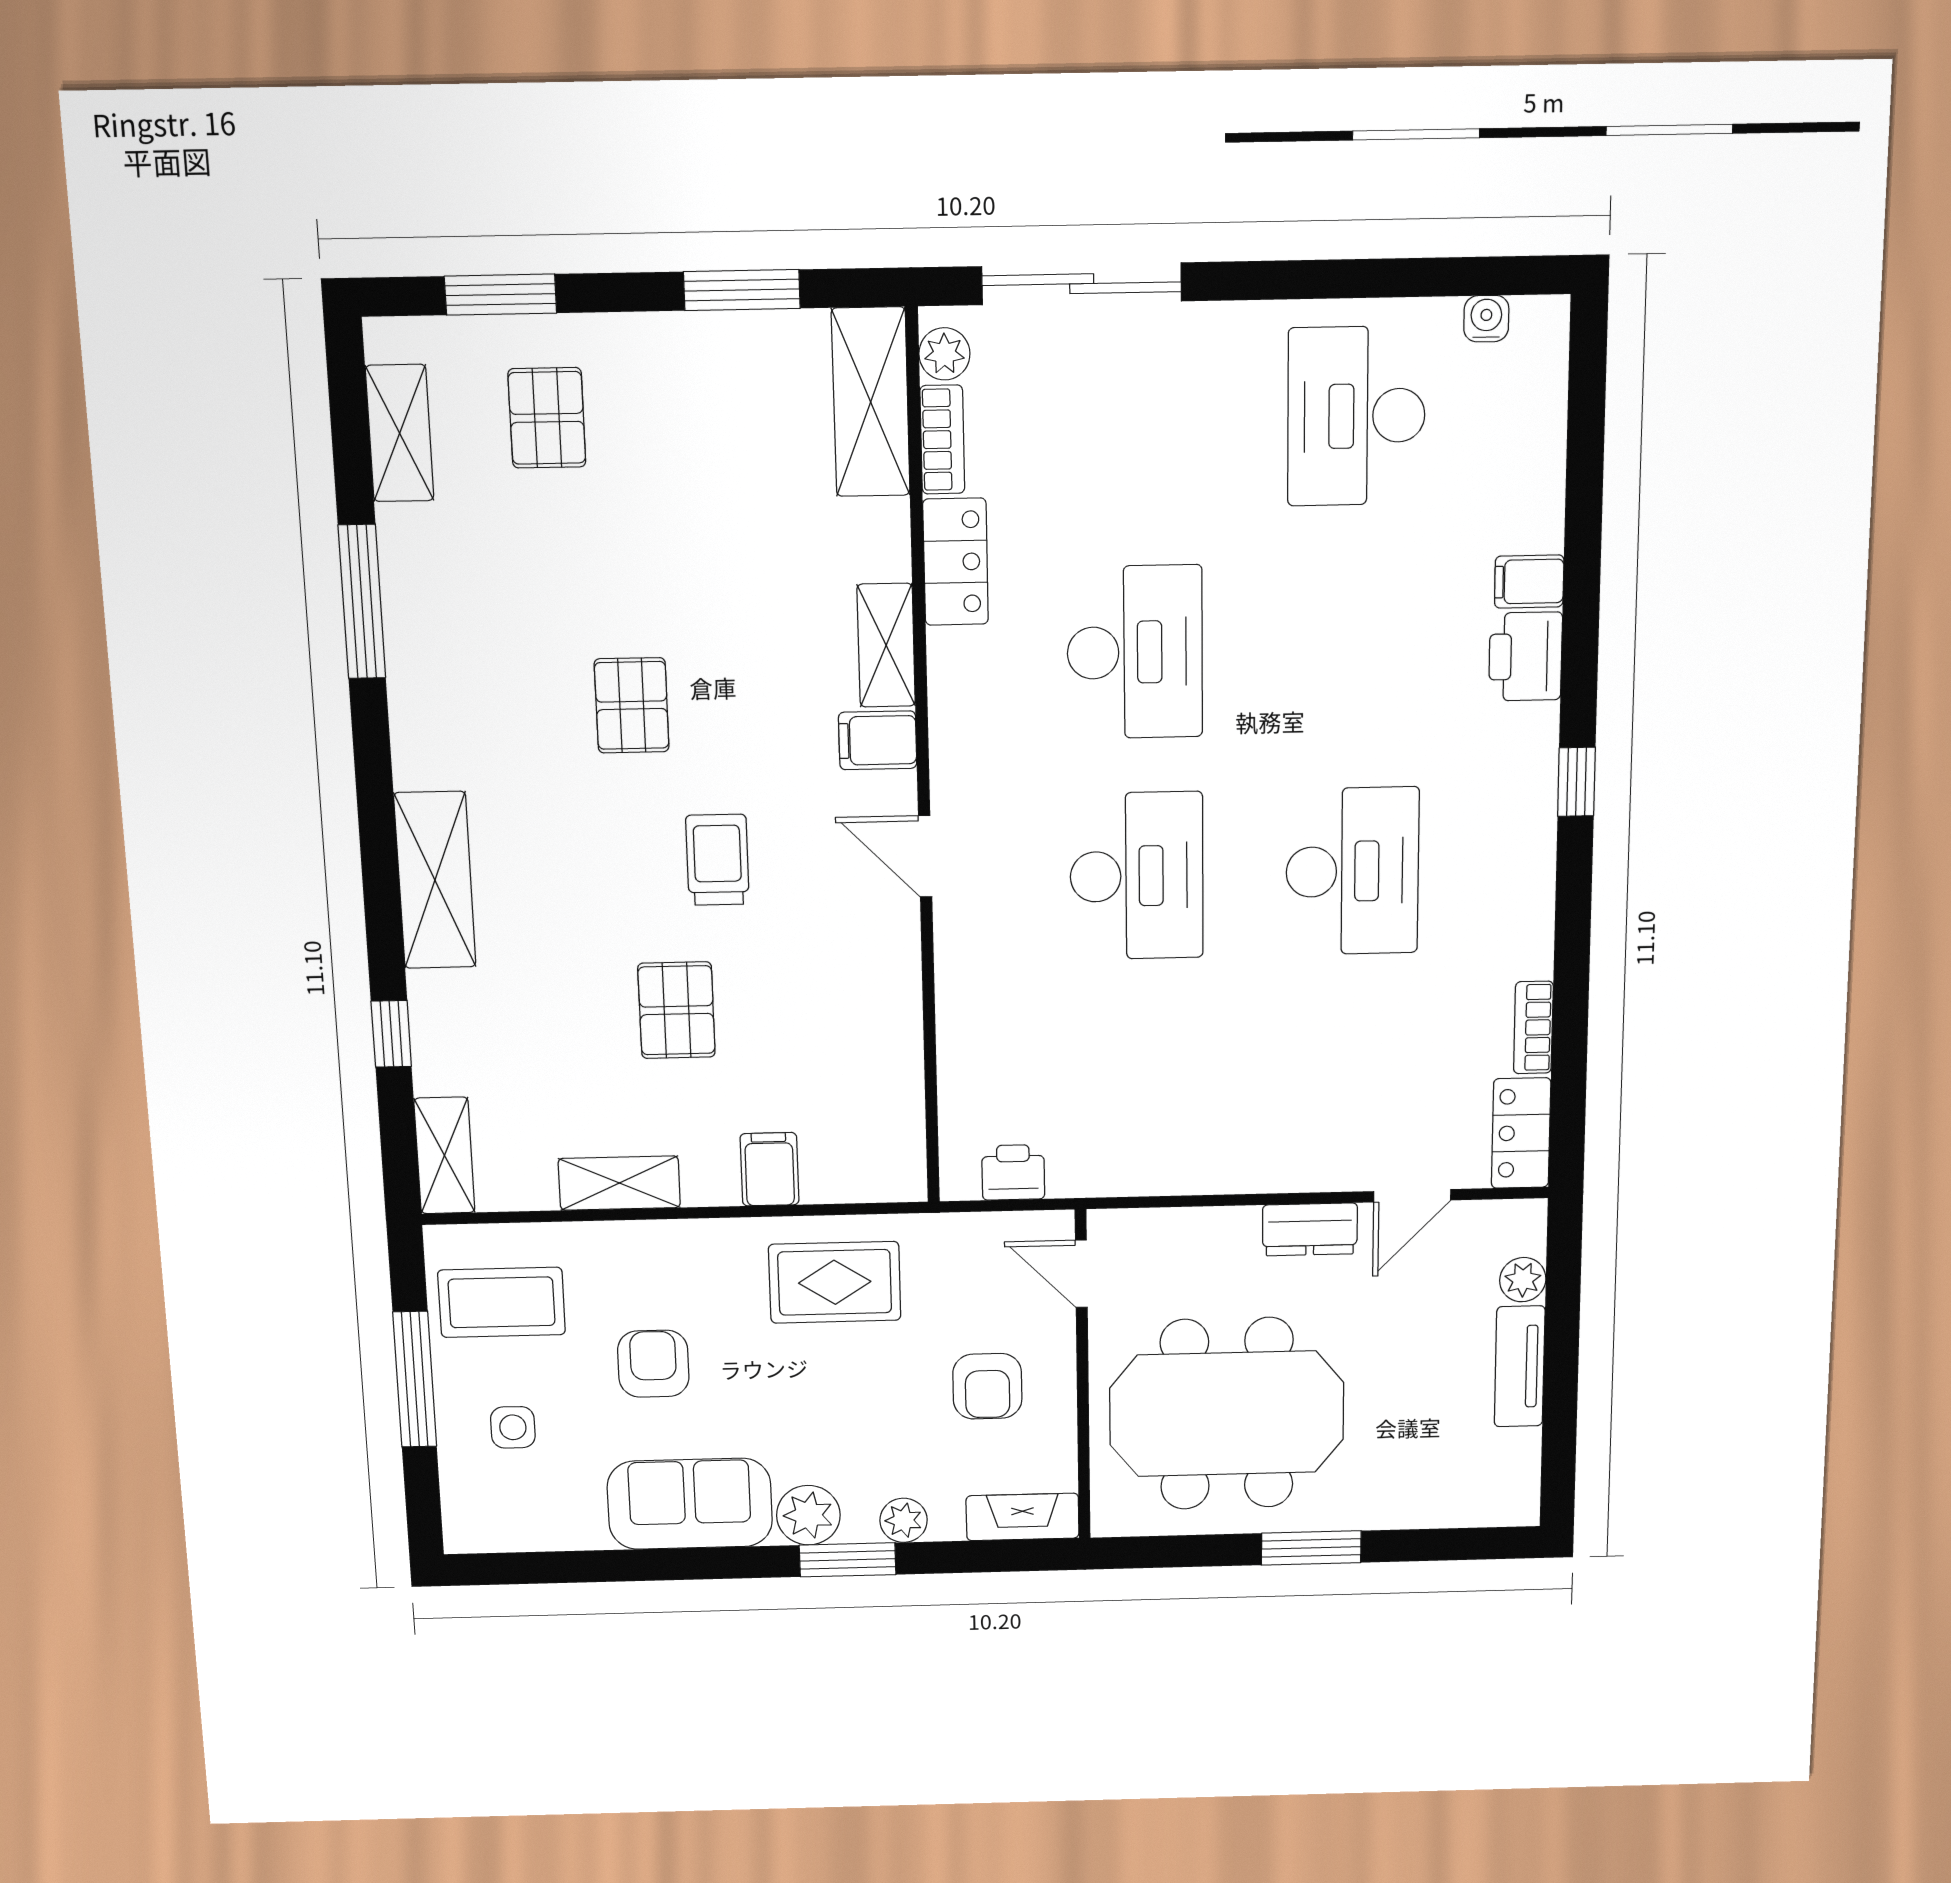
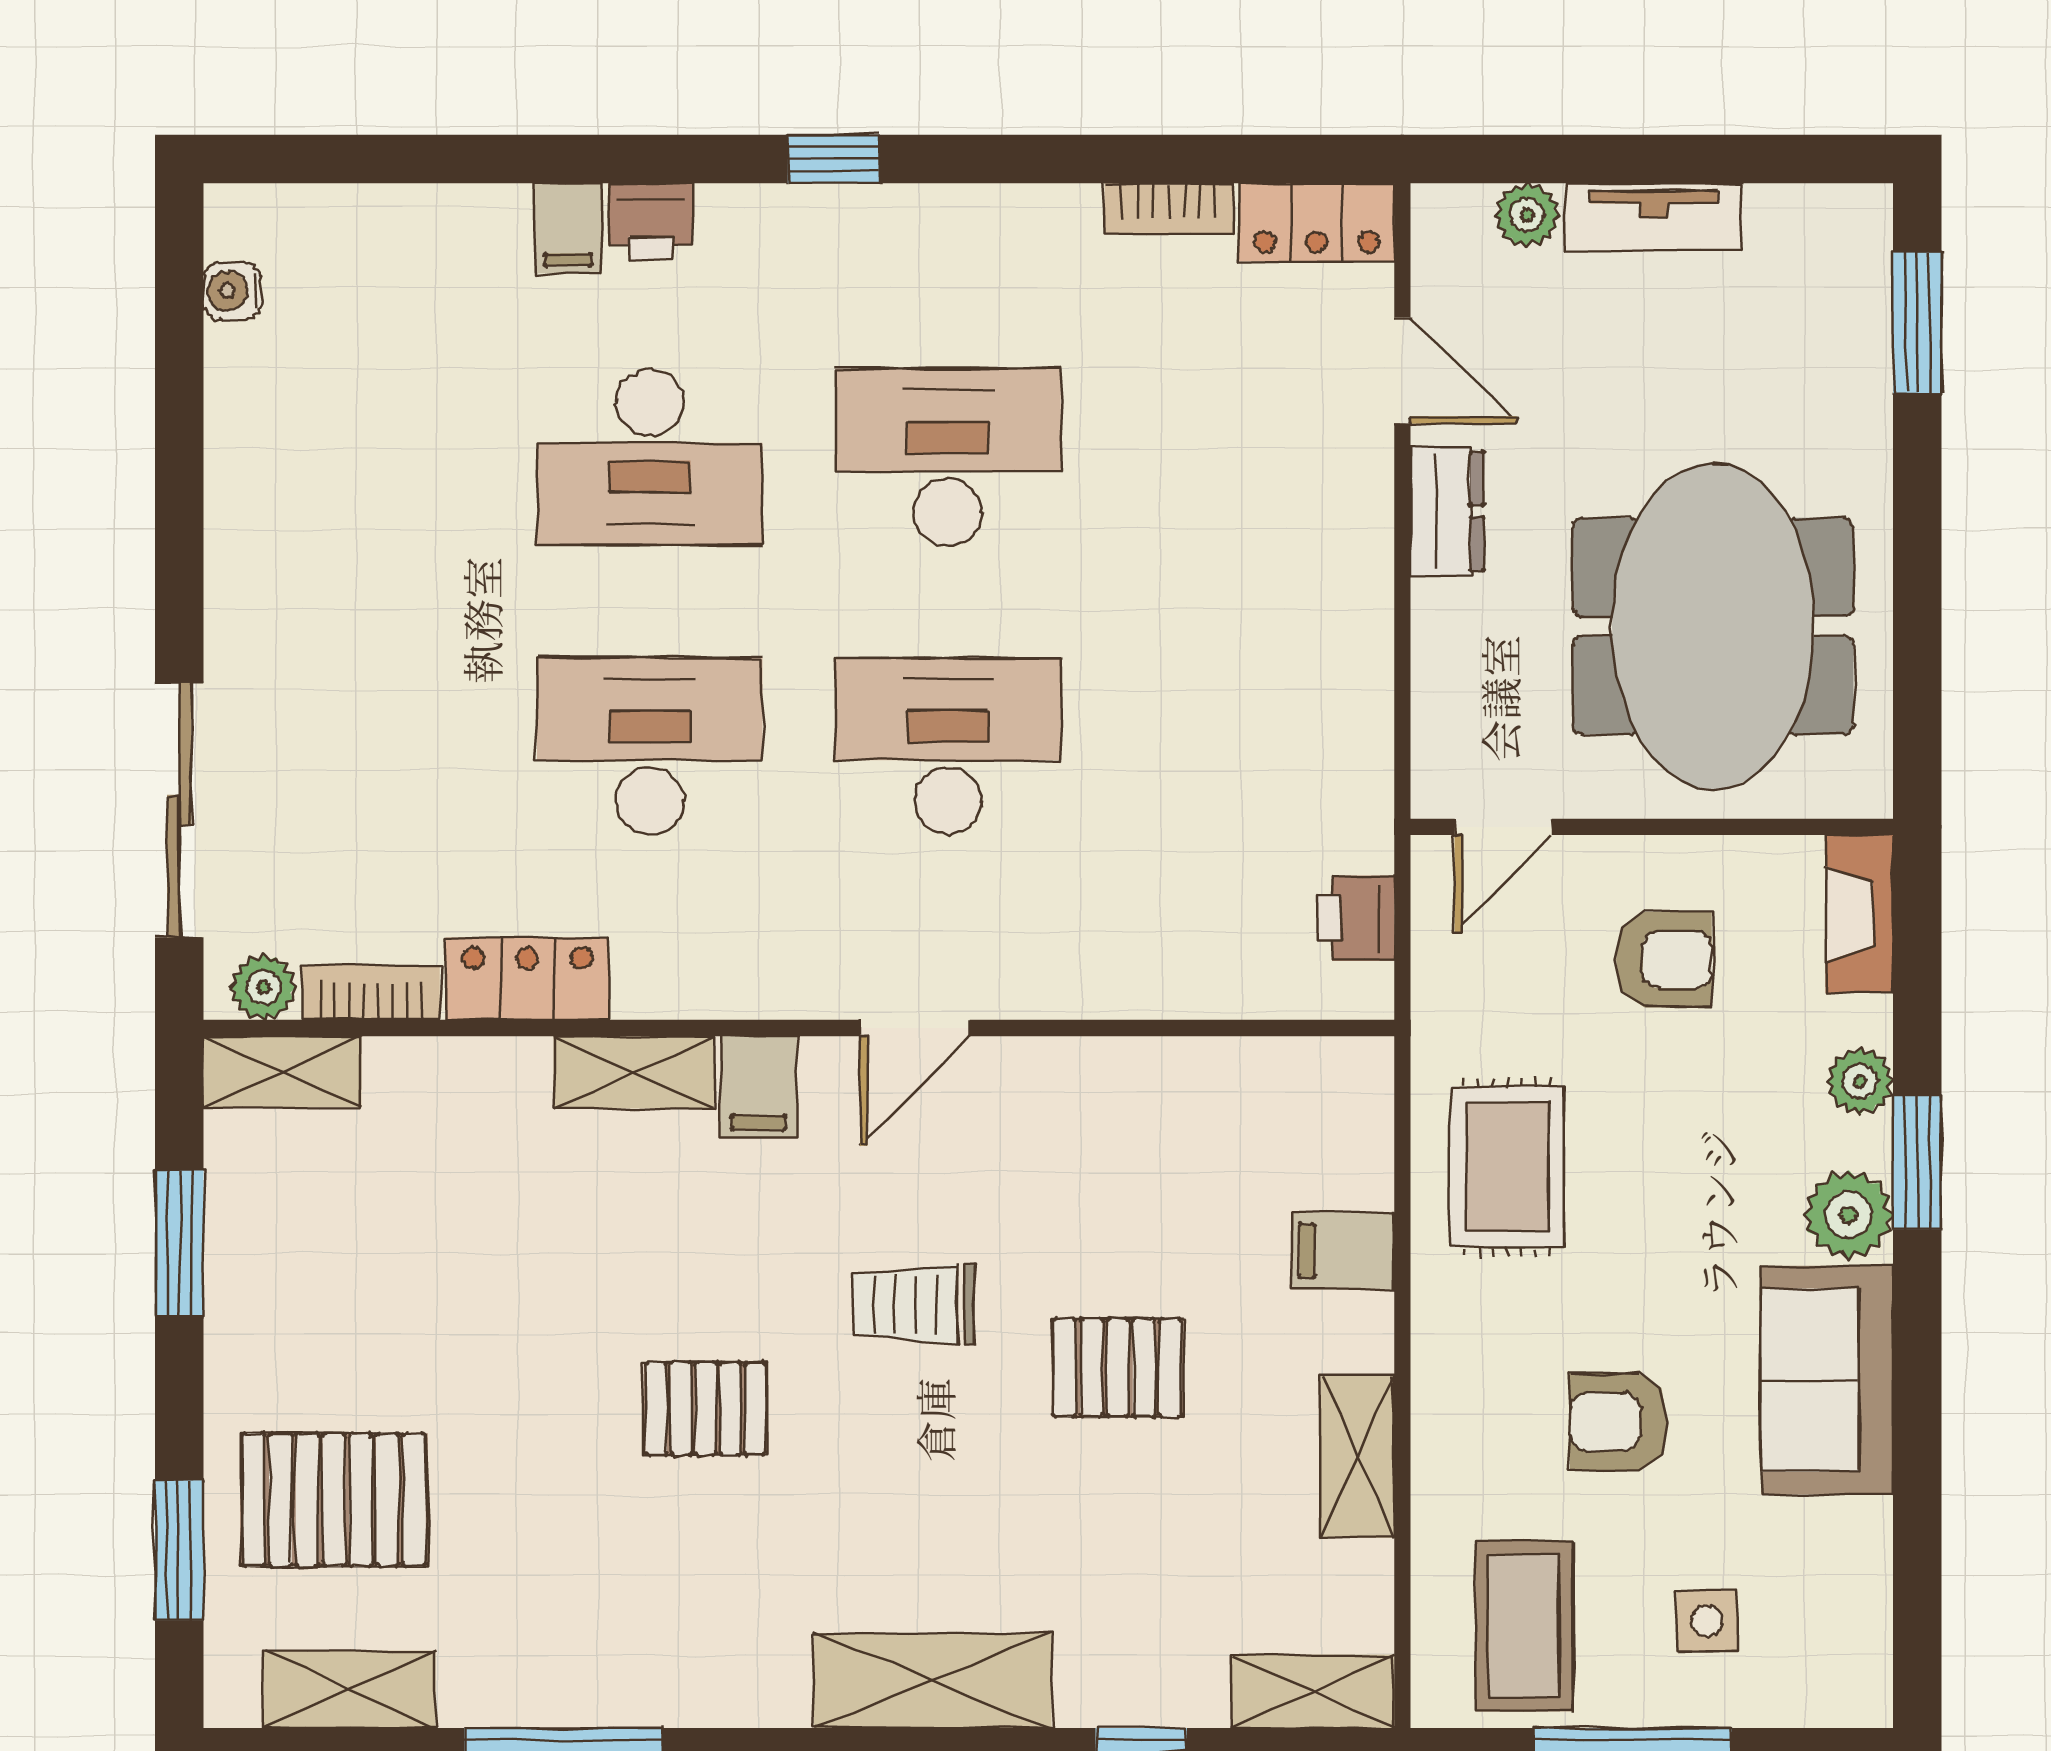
shelving: (871, 402) -> (282, 1072), width x0.67, depth x0.75
desk: (1356, 416) -> (650, 457), moved
pallet: (547, 418) -> (334, 1500), width x1.50, depth x1.42
printer: (1525, 656) -> (651, 222), width x0.73, depth x0.81
window: (1311, 1548) -> (1917, 323), moved

